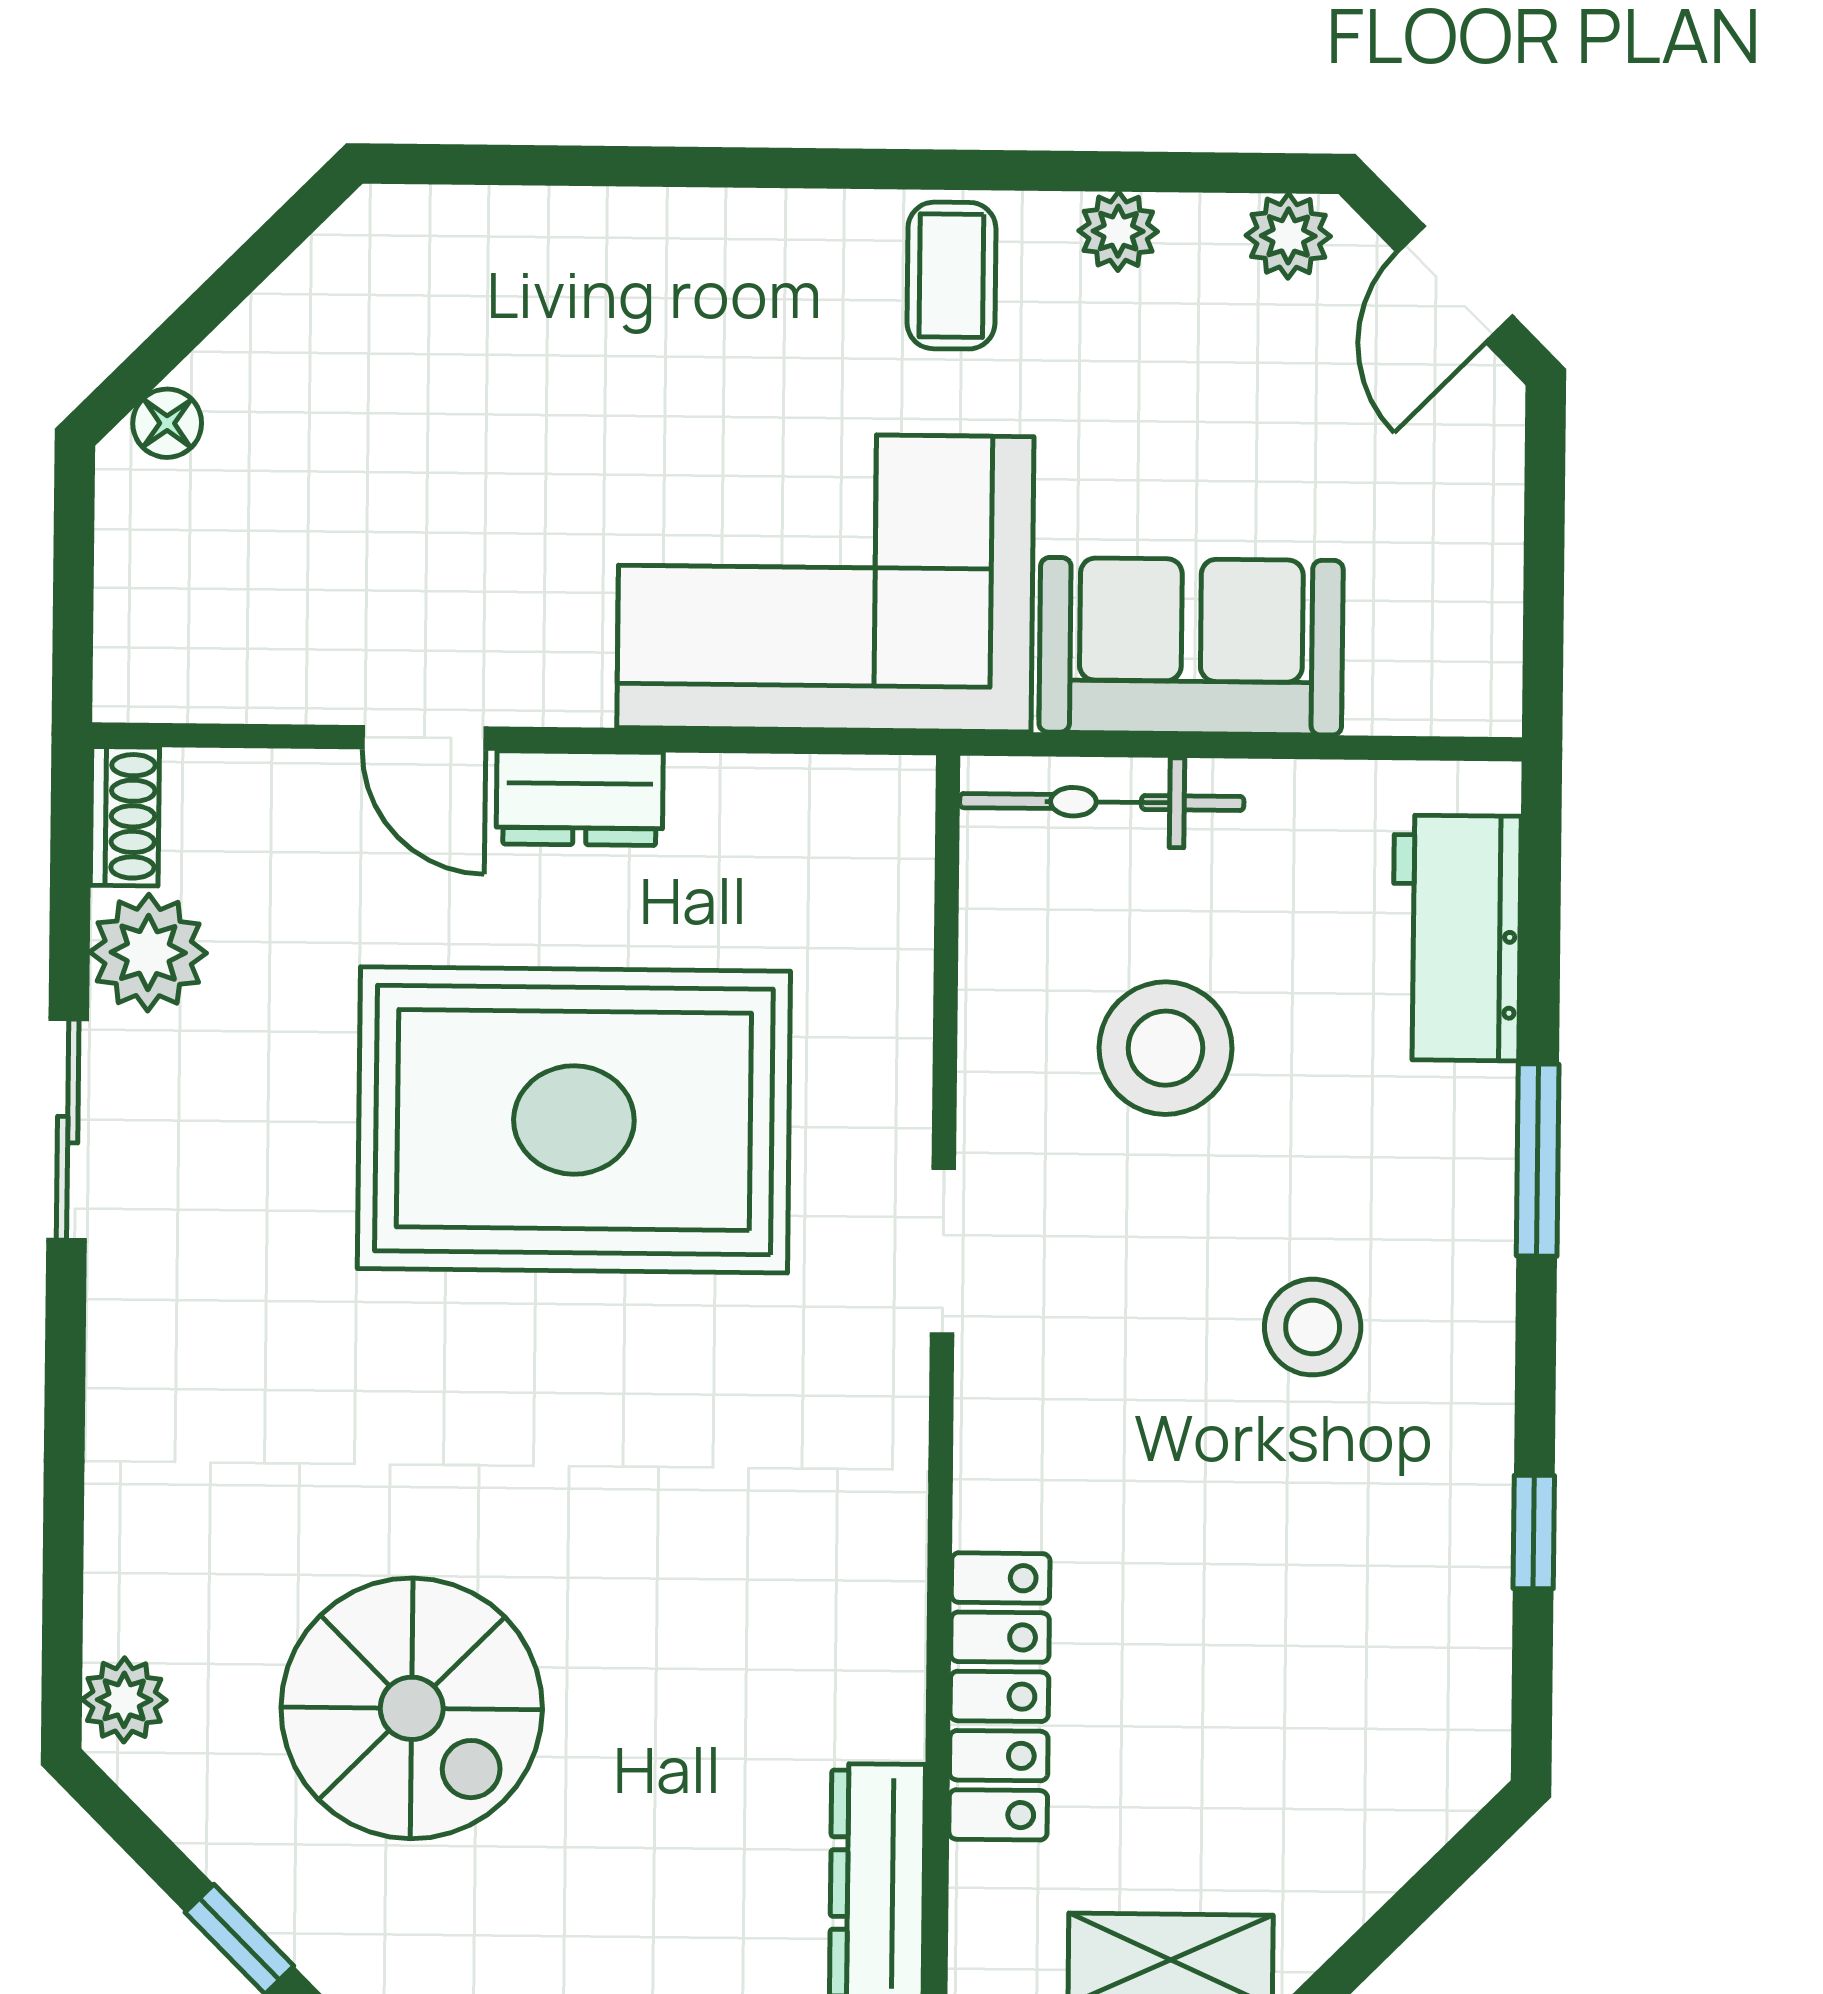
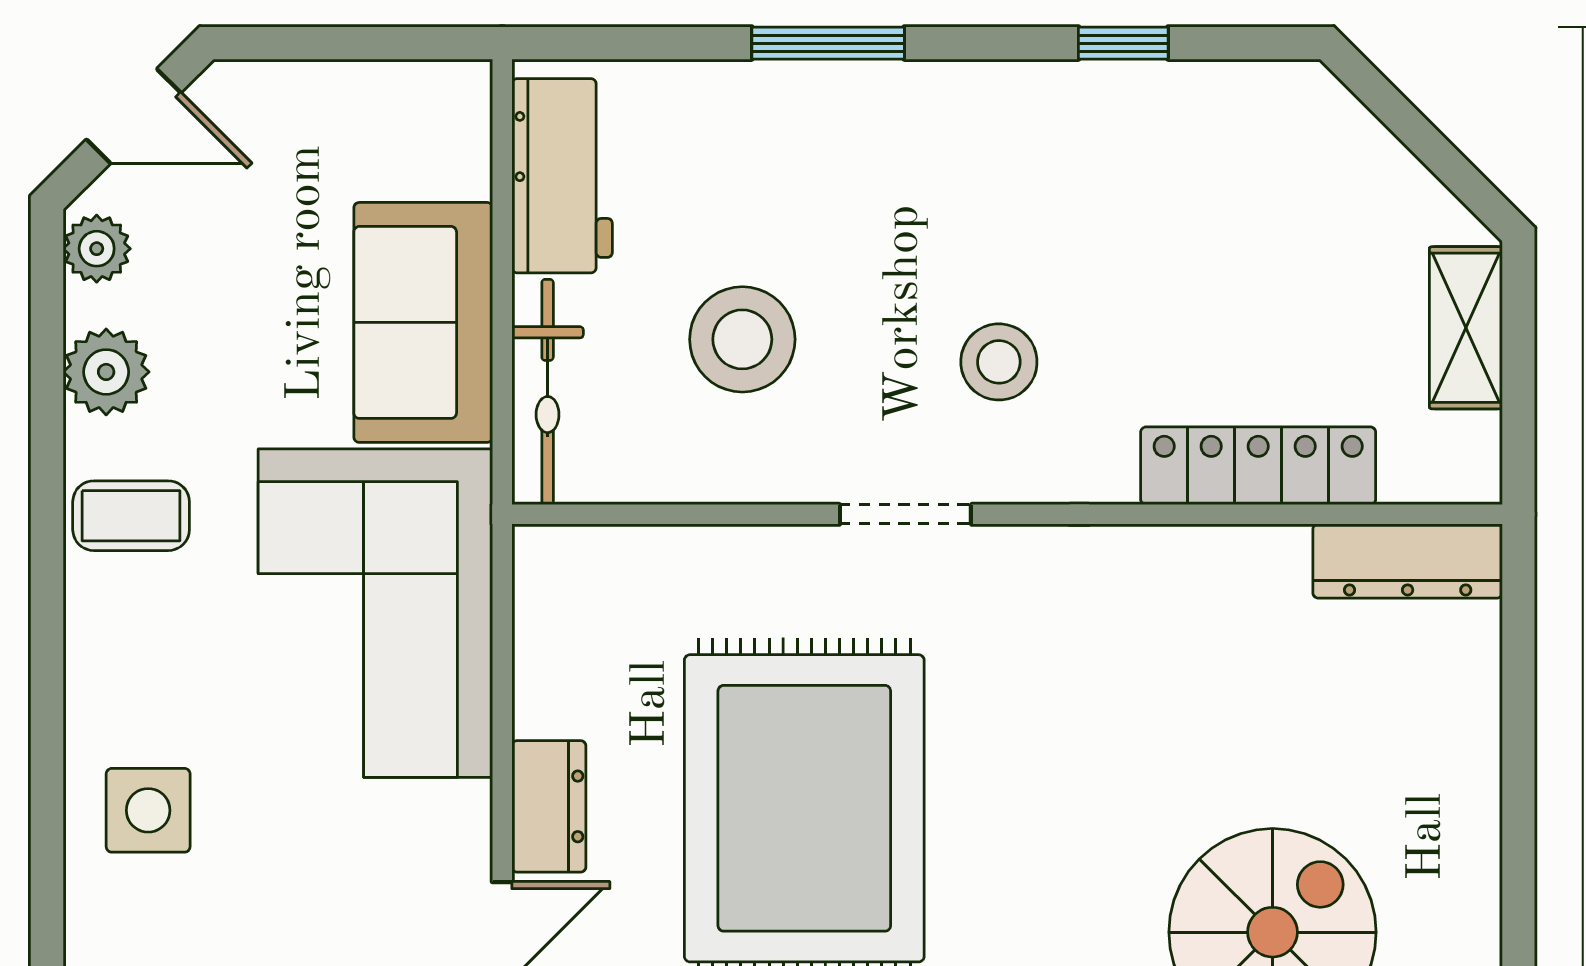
plant: (1118, 231) -> (106, 372), width x1.38, depth x1.38
side table: (580, 293) -> (148, 810), added
workbench: (1457, 938) -> (562, 176), moved, turned -90
stool: (1313, 1327) -> (999, 362), moved

